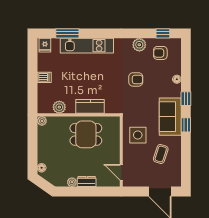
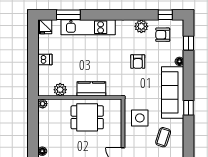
armchair: (136, 79) -> (138, 62), turned 90
window: (186, 99) -> (189, 43), moved
sofa: (170, 117) -> (173, 92), width x1.36

